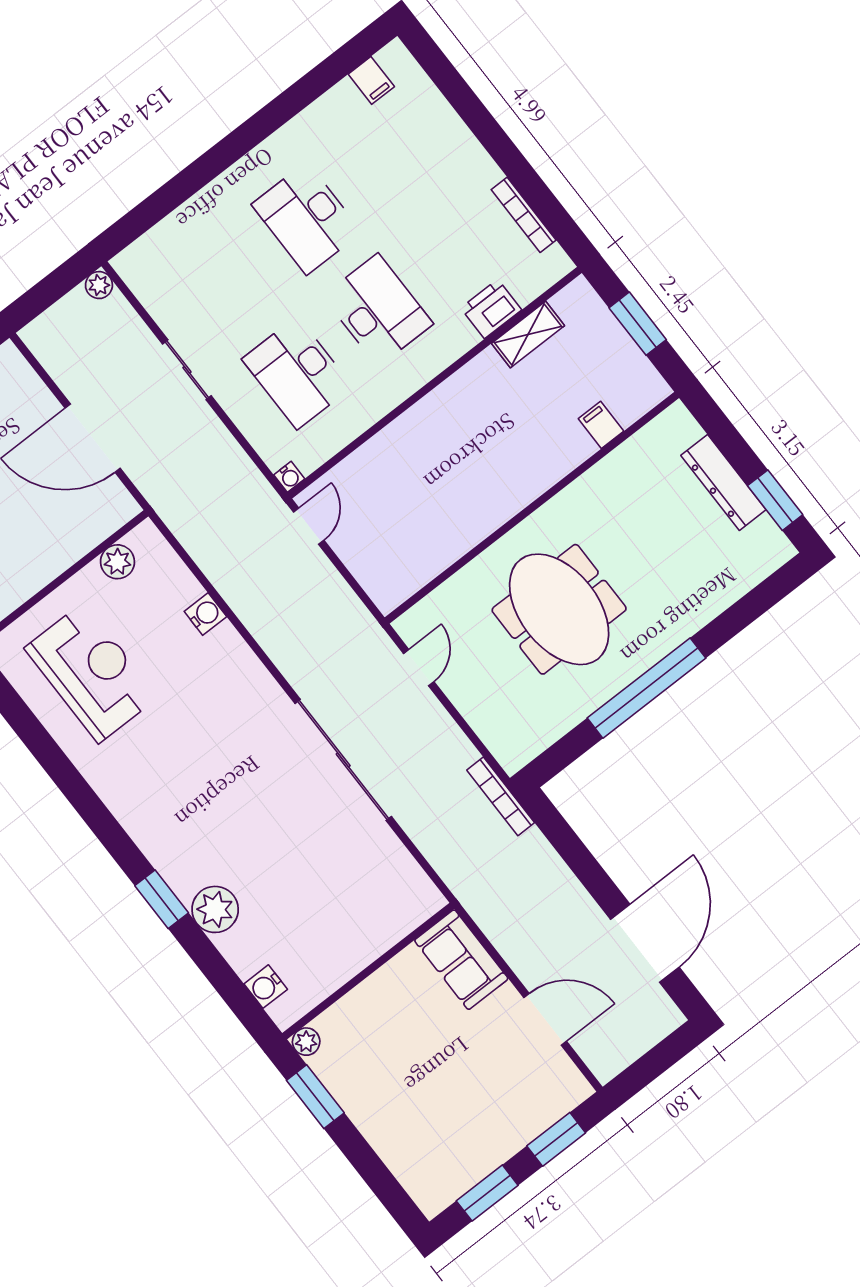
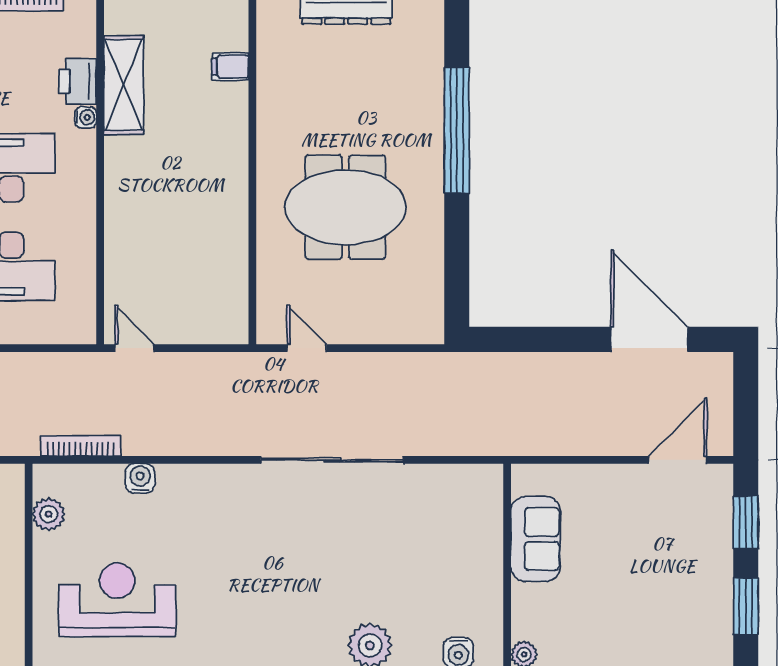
shelving: (528, 335) -> (124, 85), width x1.50, depth x1.33
water cooler: (289, 477) -> (86, 117), moved
window: (647, 688) -> (457, 130), moved
bookcase: (501, 796) -> (81, 446), moved, turned 180
sofa: (461, 960) -> (535, 539), moved, turned -90
door: (545, 1019) -> (678, 460), moved

